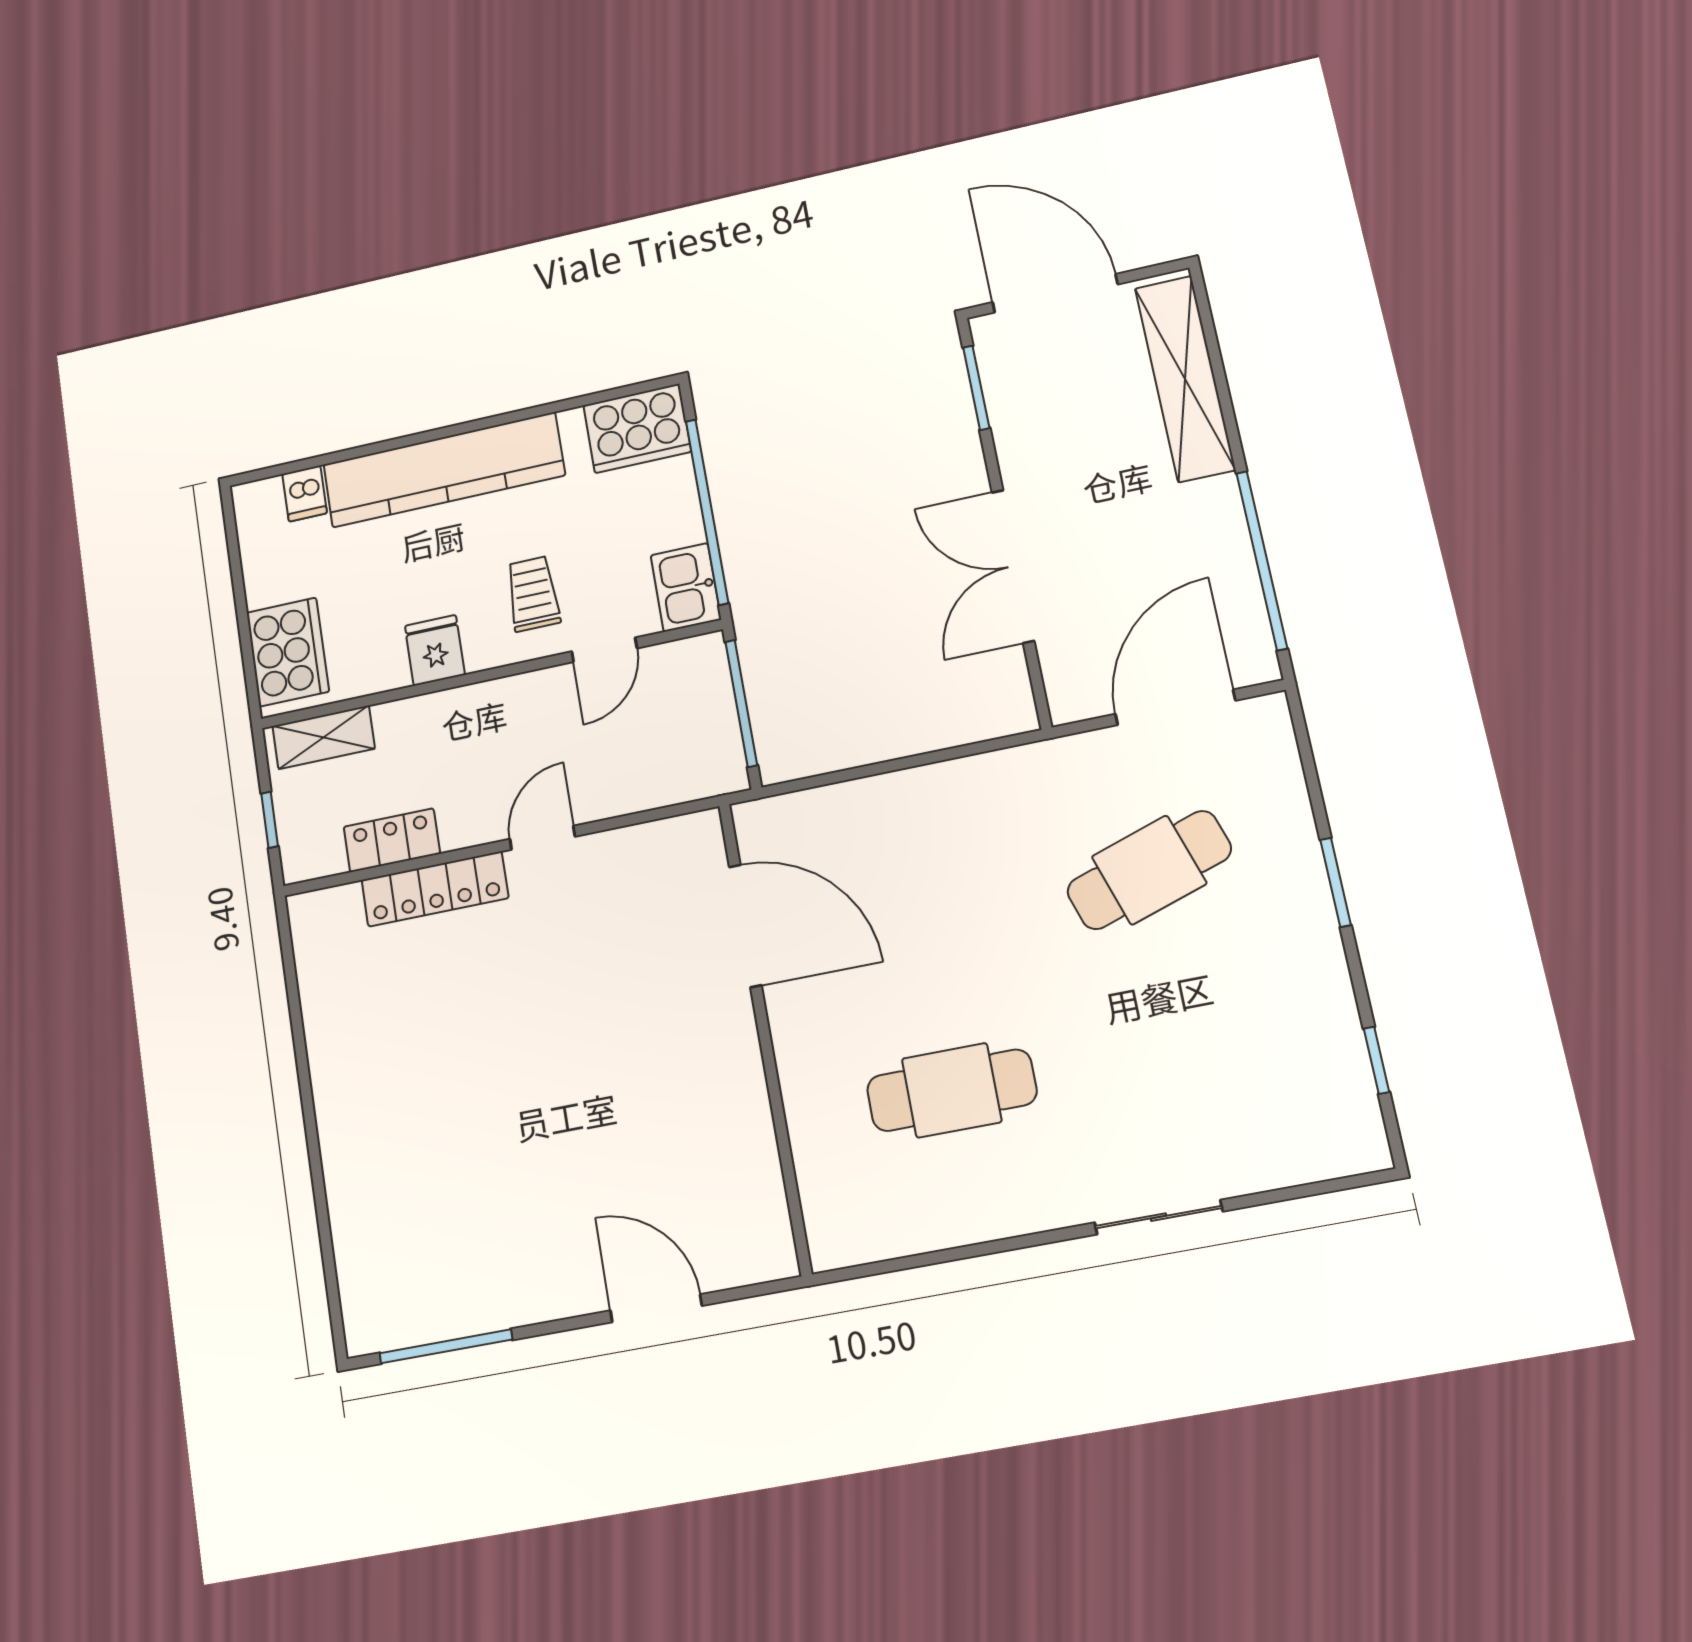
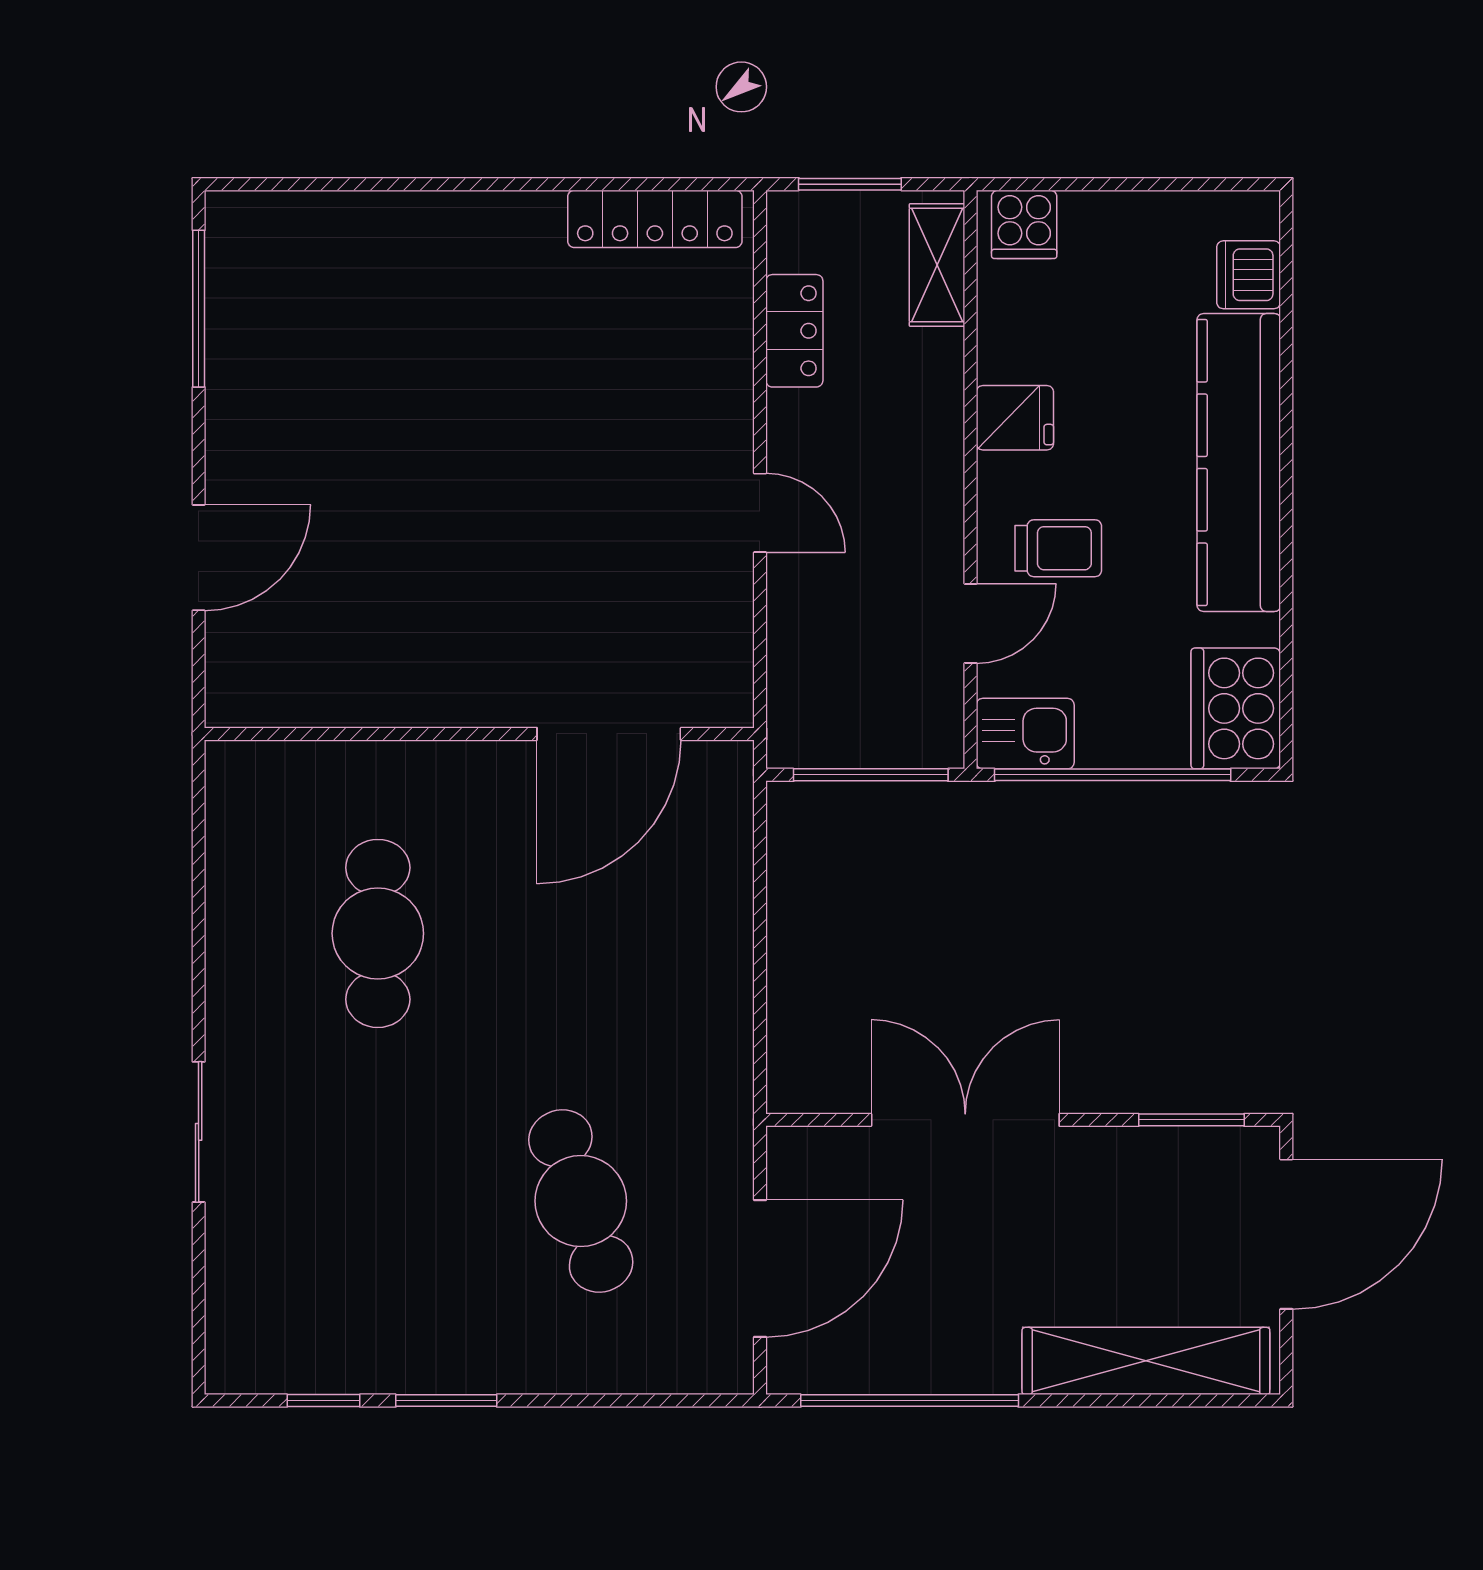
dishwasher: (305, 494) -> (1249, 275), width x1.38
door: (604, 650) -> (971, 623), swing flipped
cooker: (288, 652) -> (1024, 224), width x0.53, depth x0.76
door: (1175, 707) -> (760, 1269), hinge flipped
window: (270, 820) -> (850, 184), width x1.50
window: (1336, 882) -> (446, 1401), moved
locker: (435, 889) -> (655, 219), moved, turned -90

